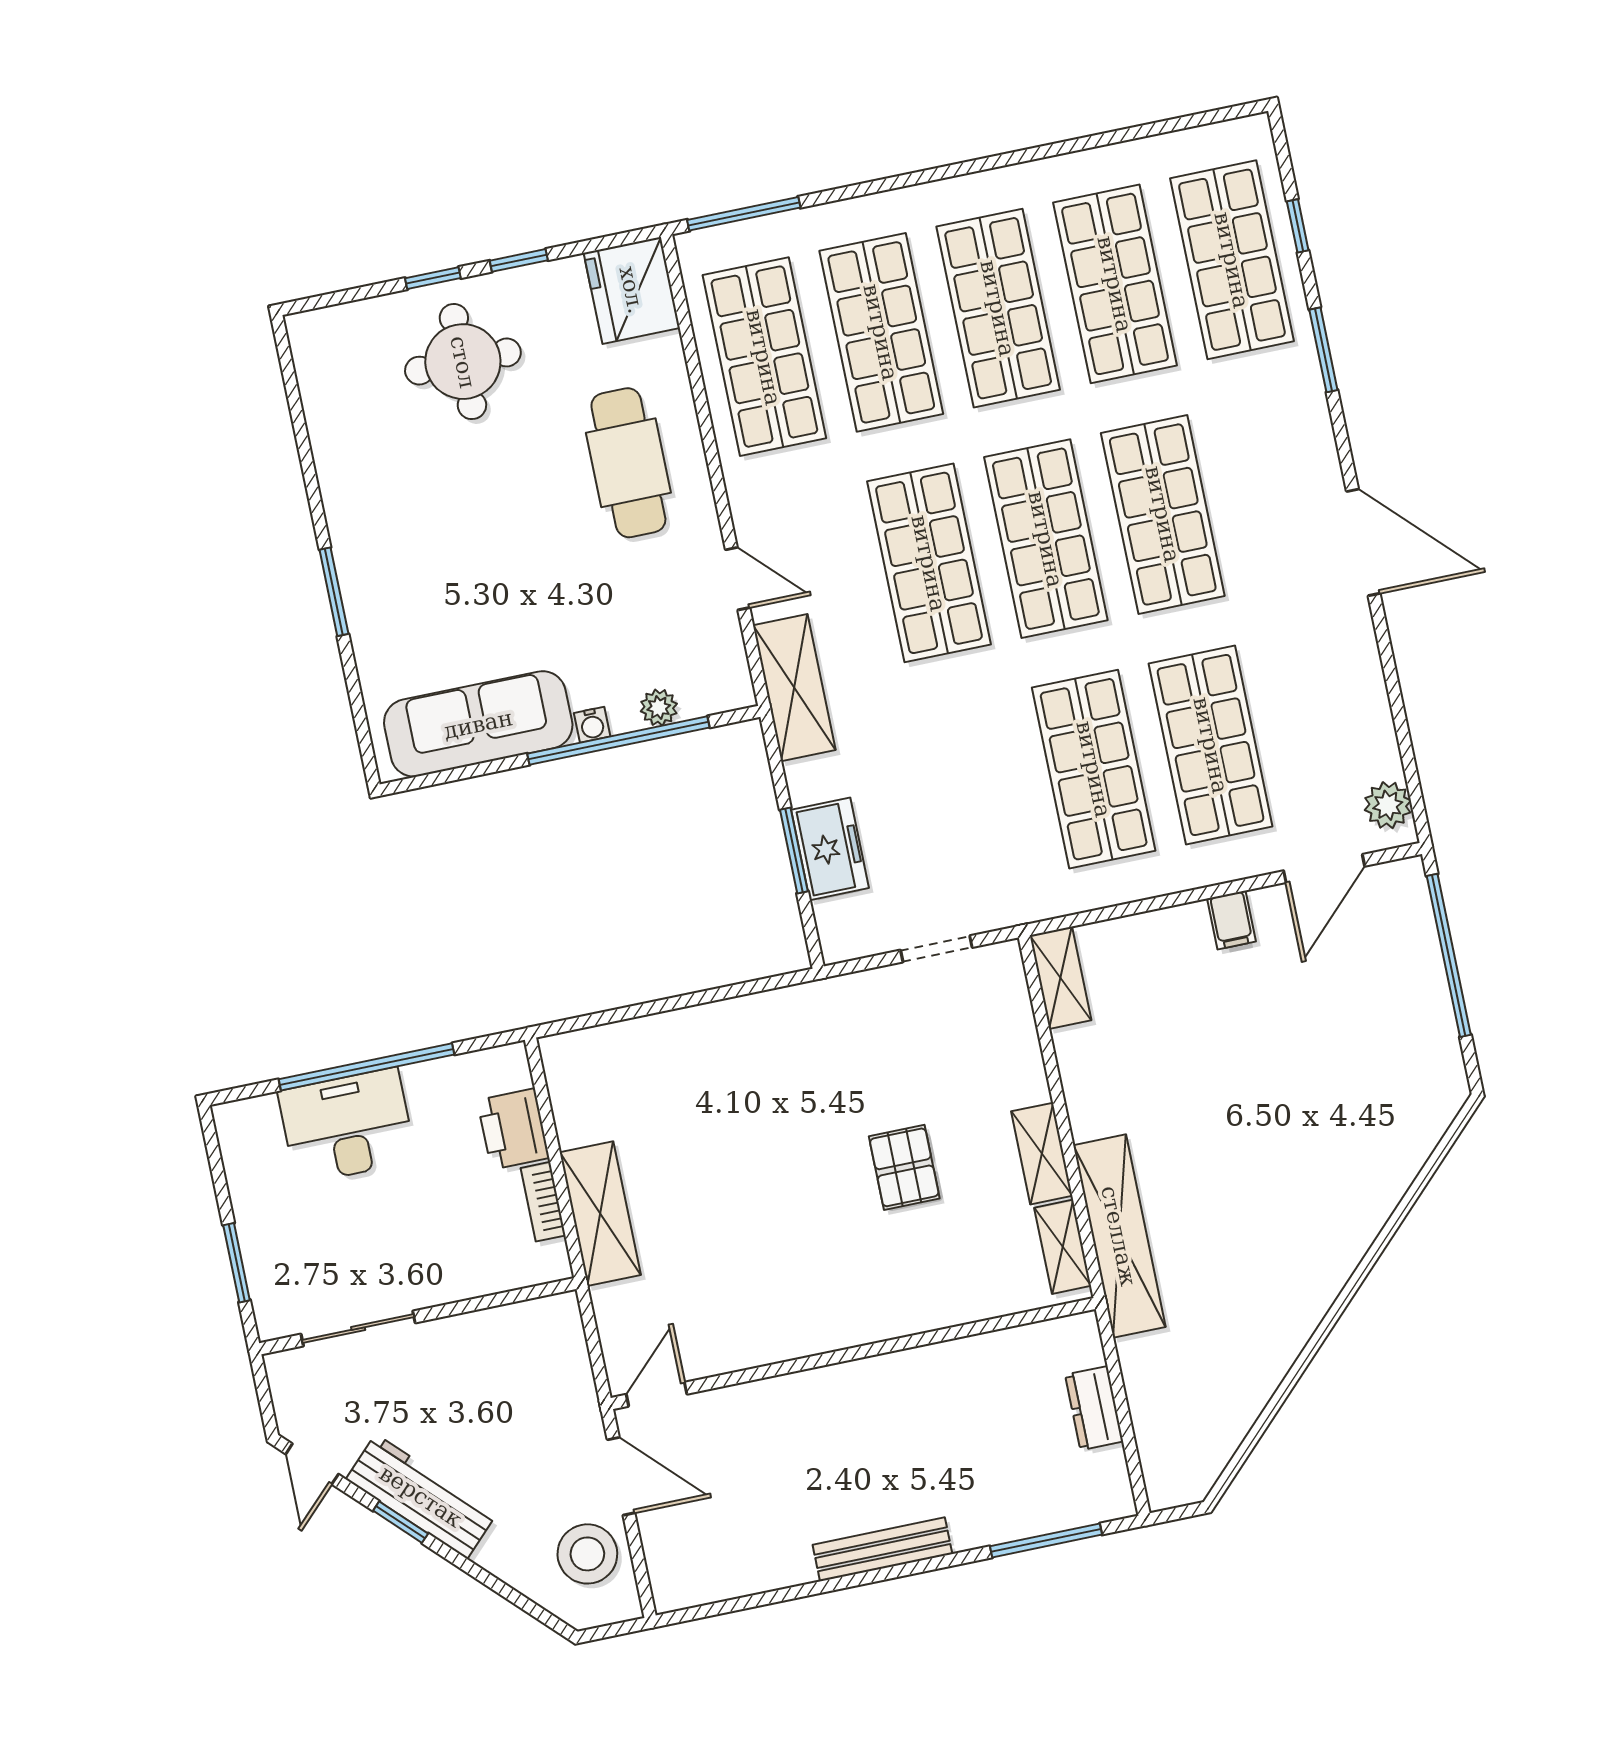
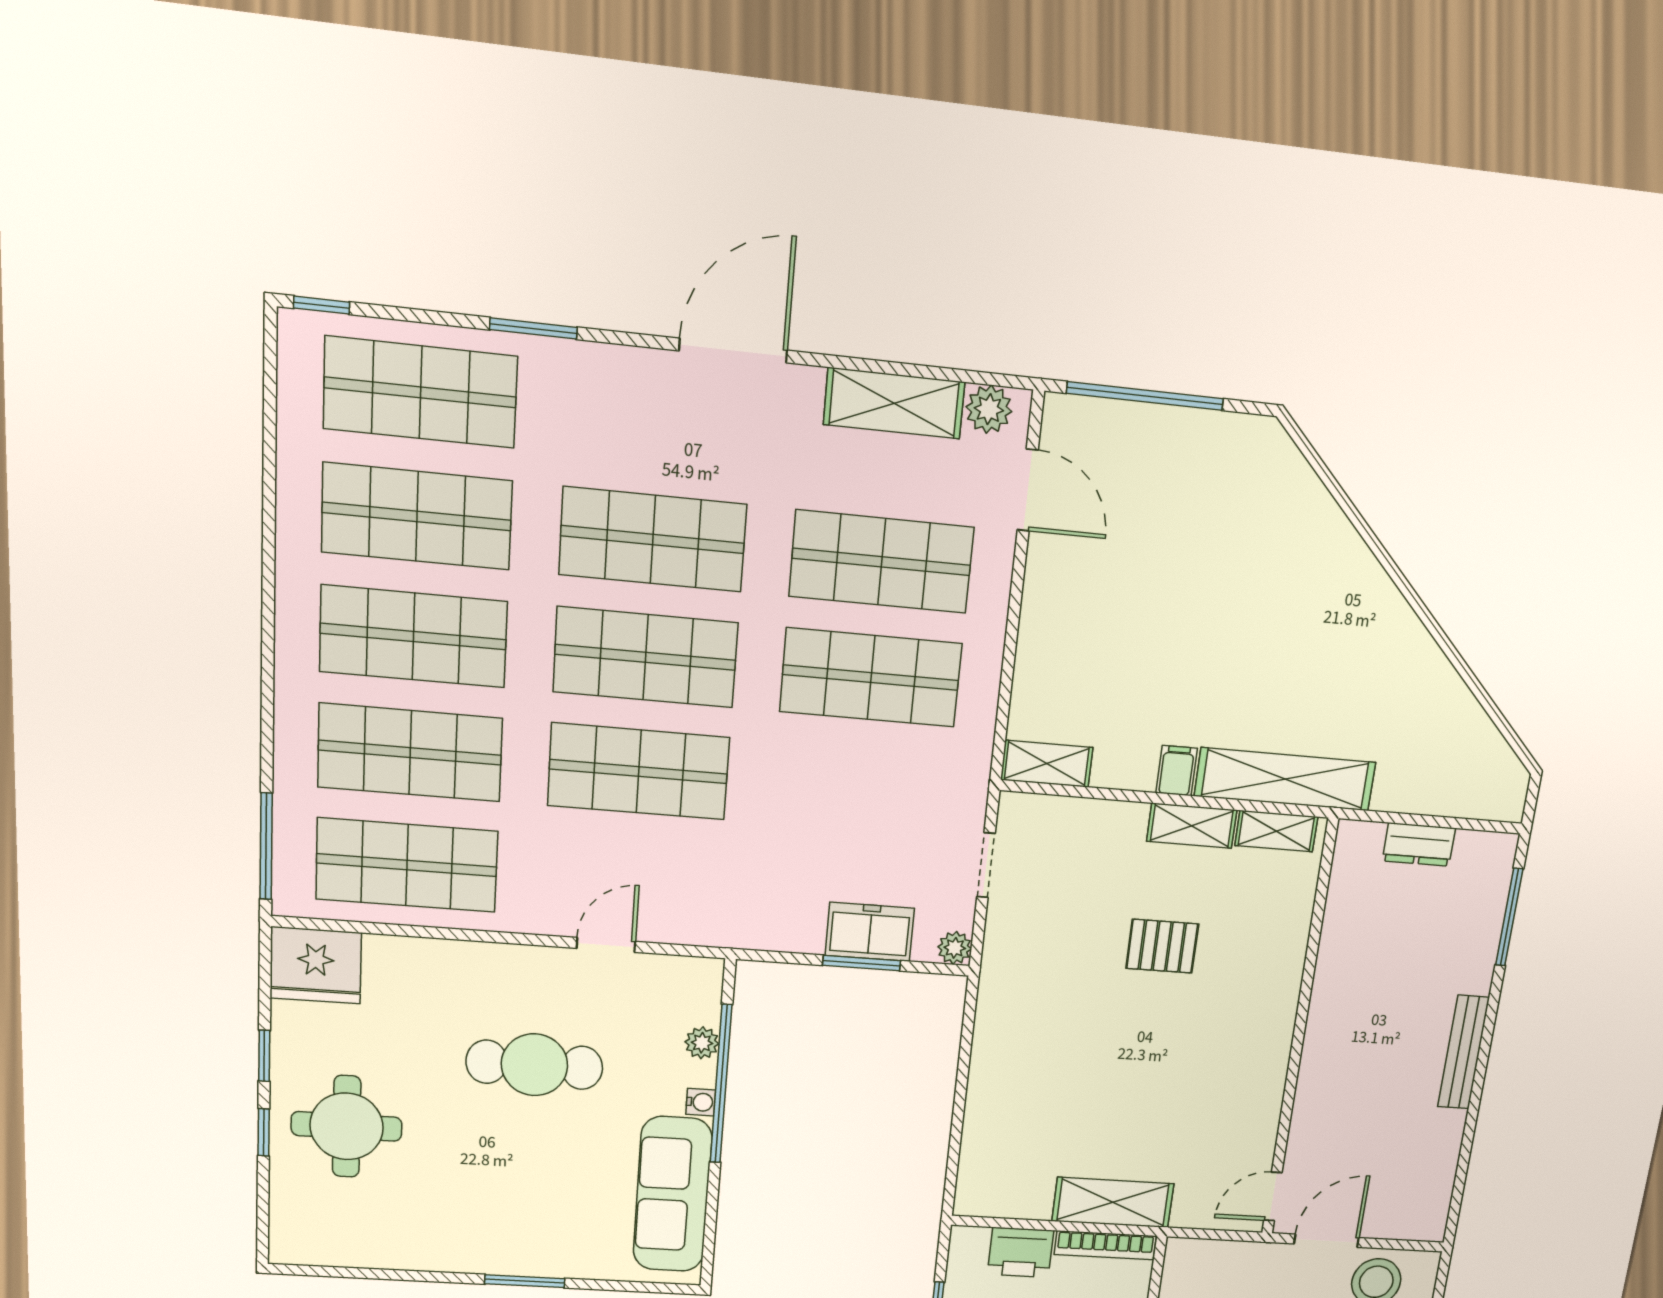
window: (1298, 226) -> (321, 305), moved
cafe table: (628, 463) -> (534, 1065), moved
shelving: (794, 688) -> (894, 403), moved
filing cabinet: (1232, 920) -> (1177, 771), moved, turned -90
plant: (838, 944) -> (955, 948), added
bookcase: (543, 1202) -> (1105, 1245), width x1.56
door: (657, 1394) -> (1273, 1196), hinge flipped

